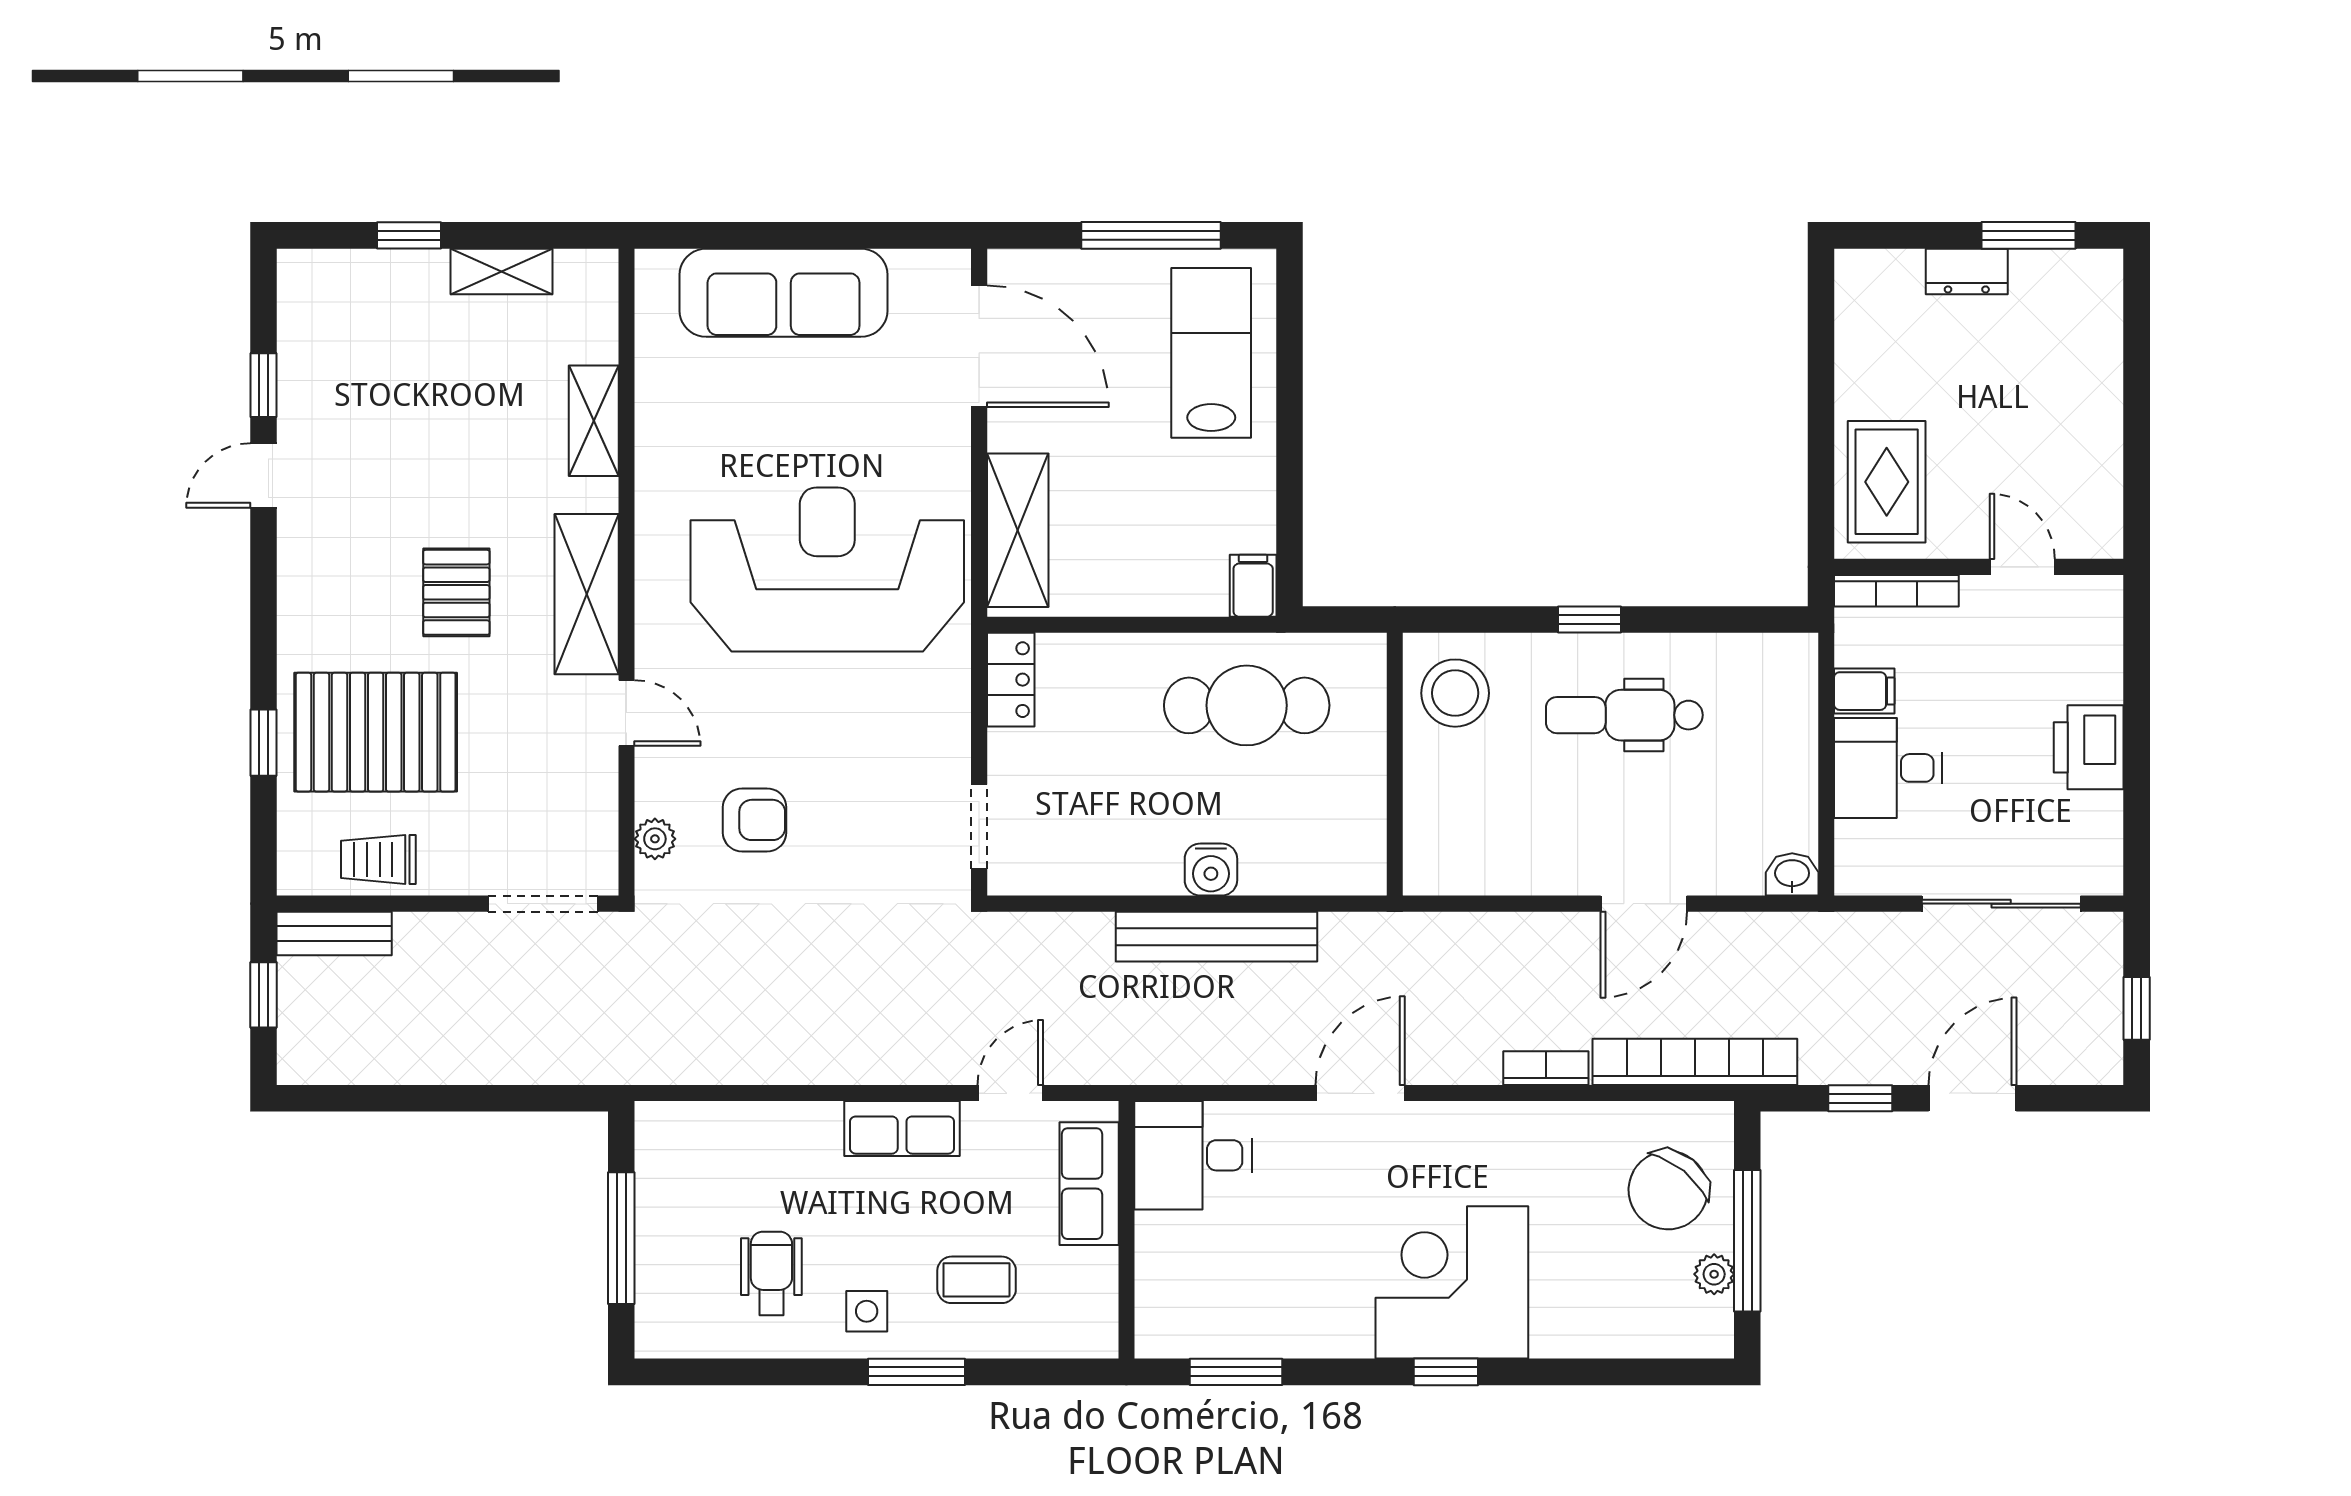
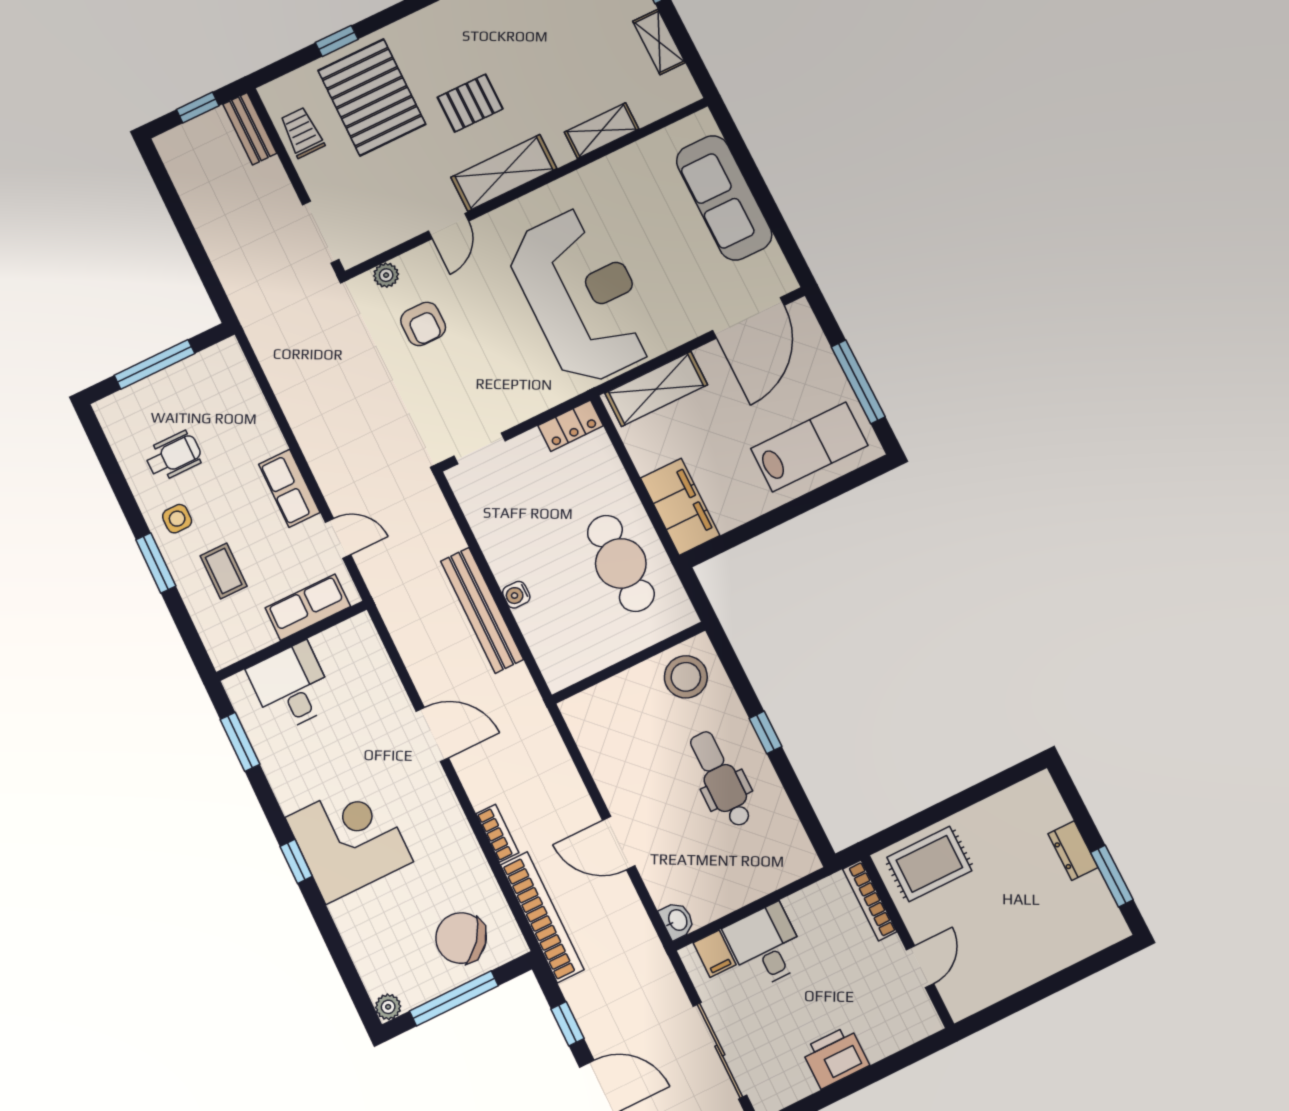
filing cabinet: (1253, 586) -> (680, 507), width x3.00, depth x1.17
filing cabinet: (1864, 691) -> (715, 954), moved
water cooler: (1211, 870) -> (516, 595), width x0.72, depth x0.72
desk: (1193, 1155) -> (291, 687), moved
plant: (1714, 1274) -> (388, 1007), moved

